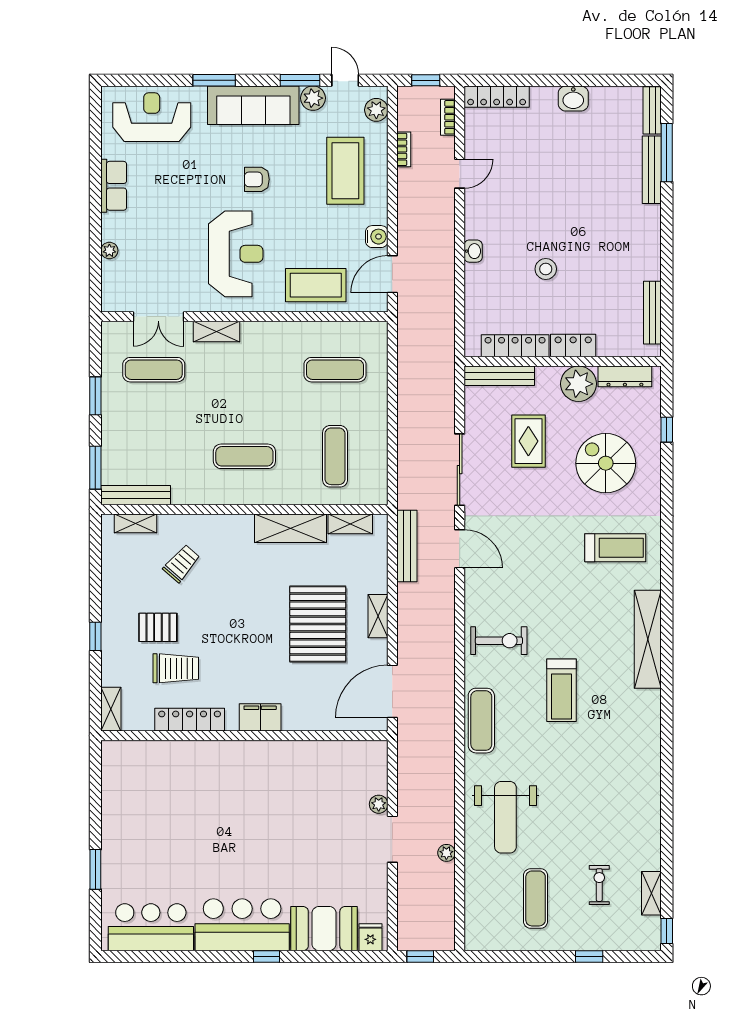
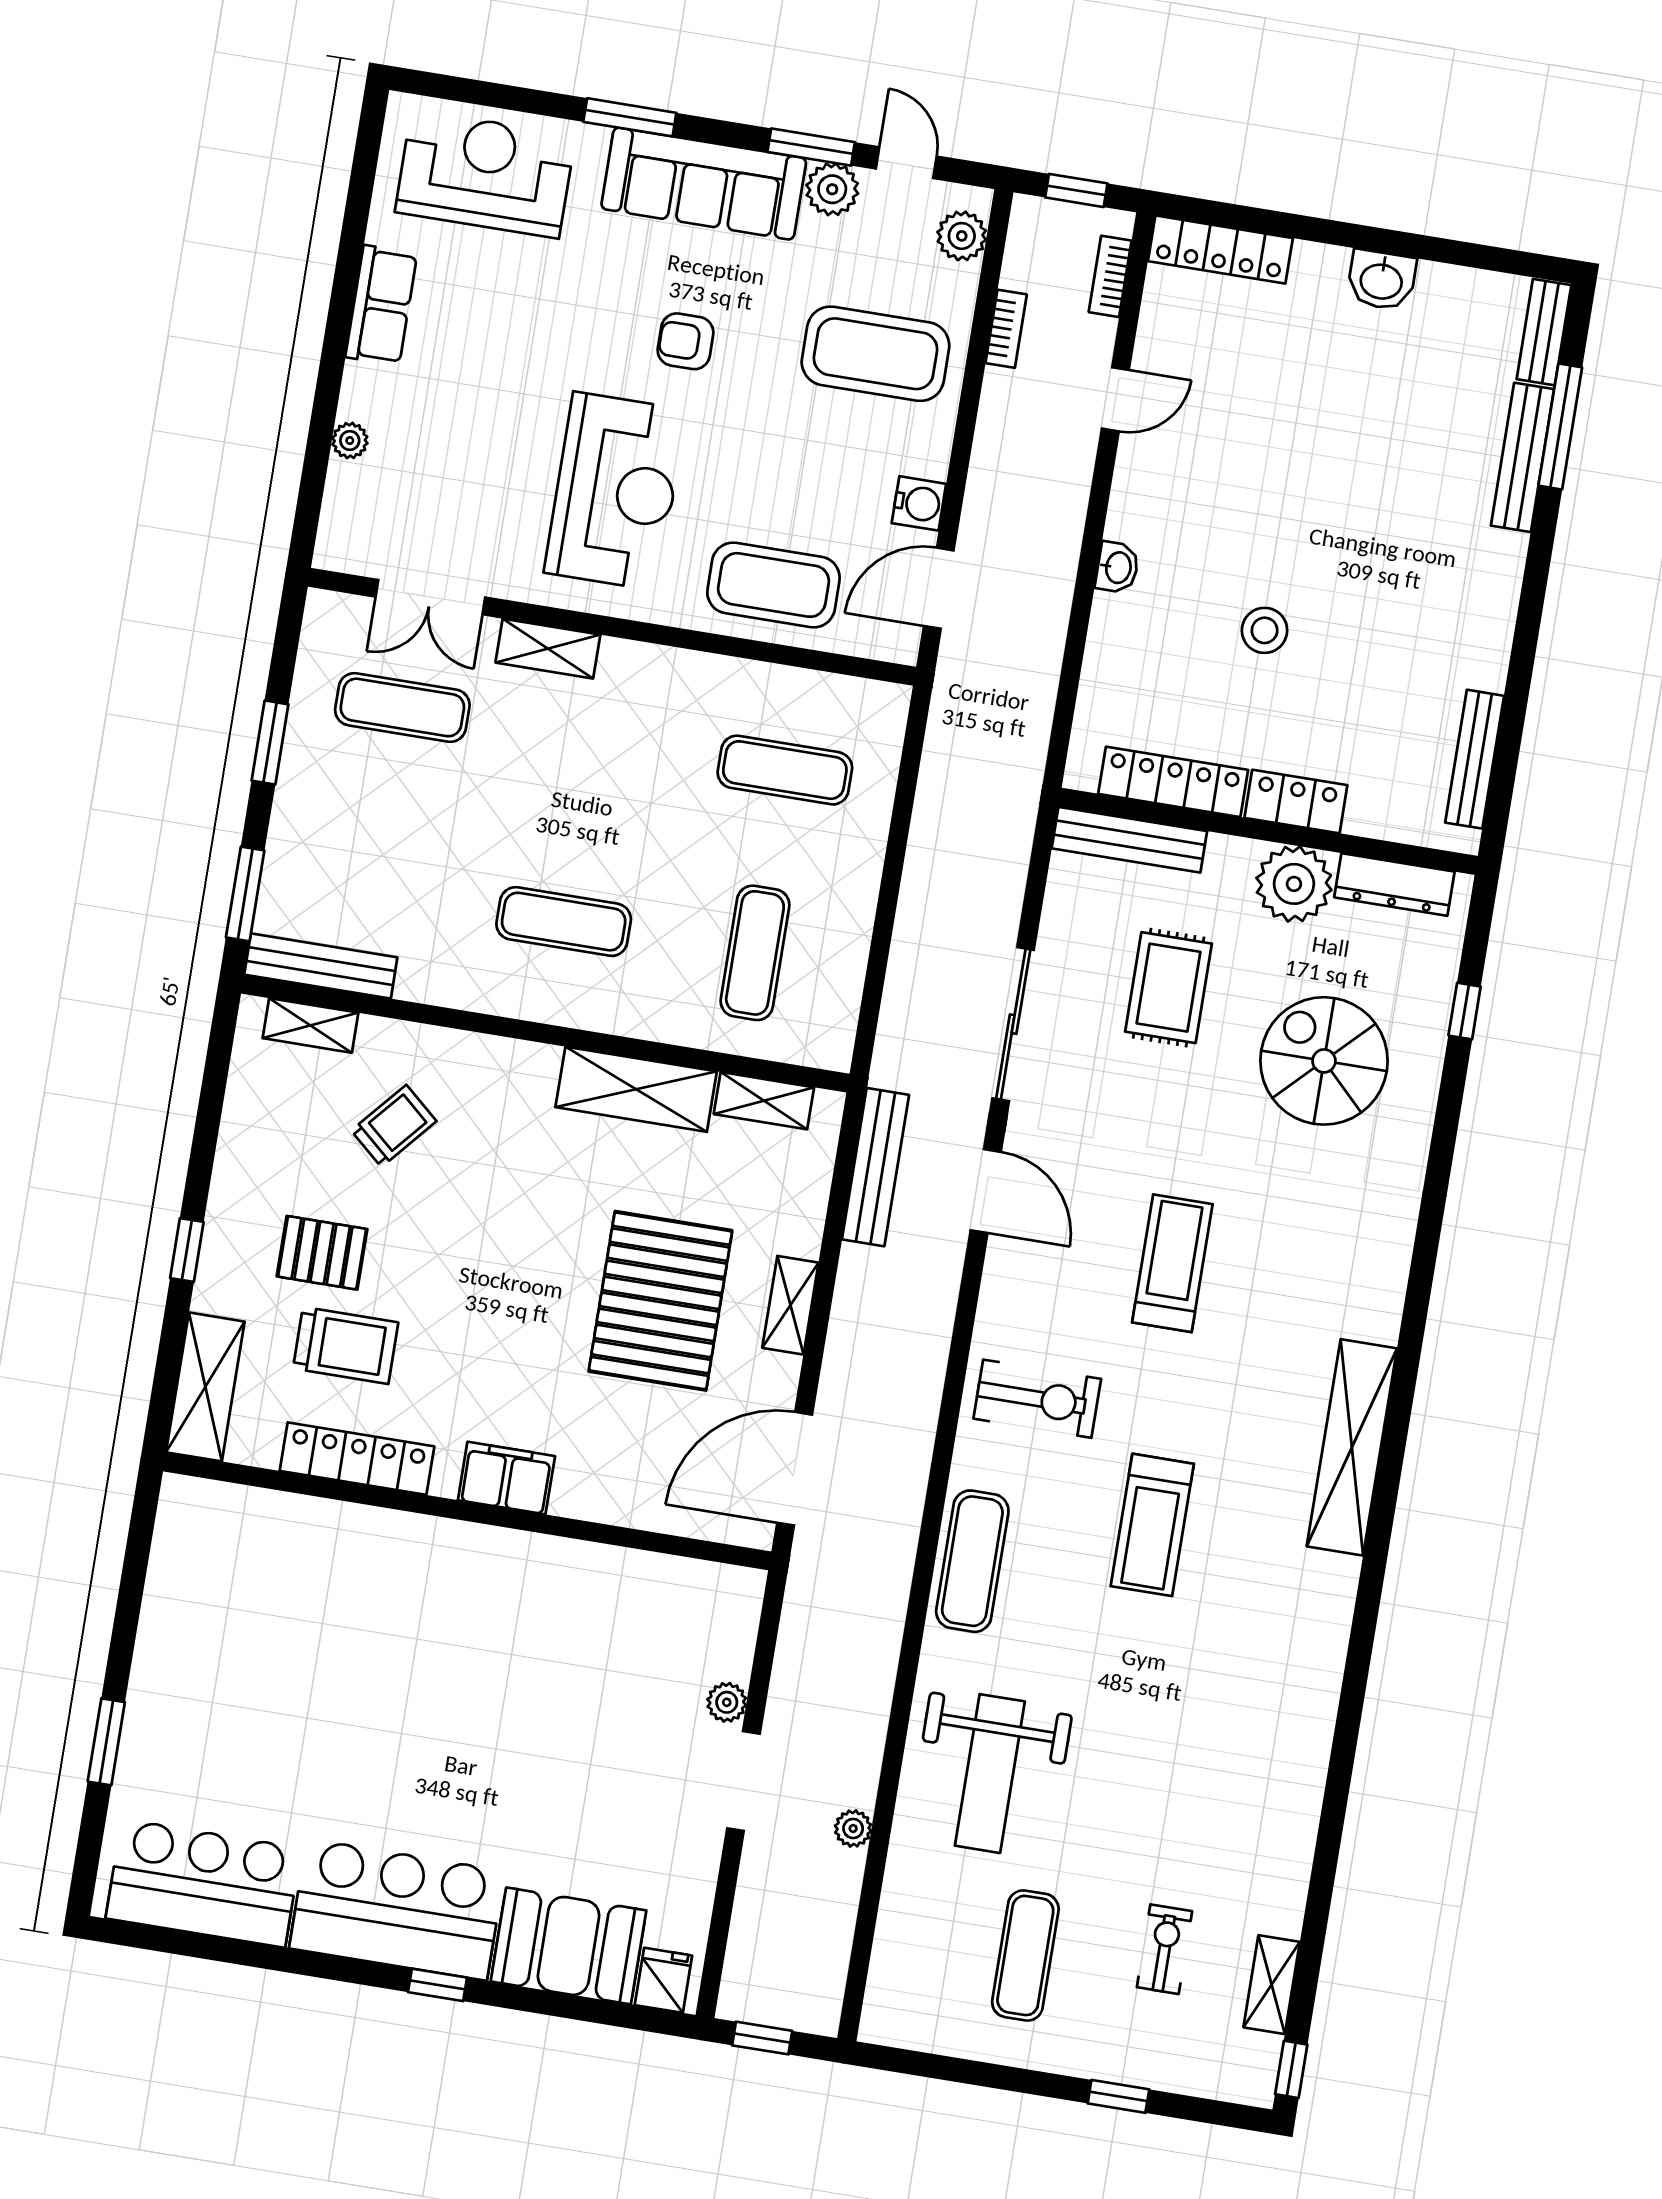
coffee table: (345, 171) -> (875, 354), turned 90
treadmill: (615, 548) -> (1172, 1263), moved, turned -90
shelving: (111, 709) -> (205, 1387), width x1.50, depth x1.33

